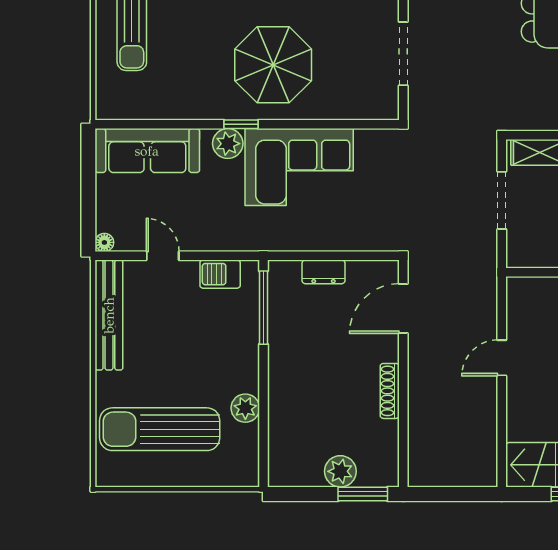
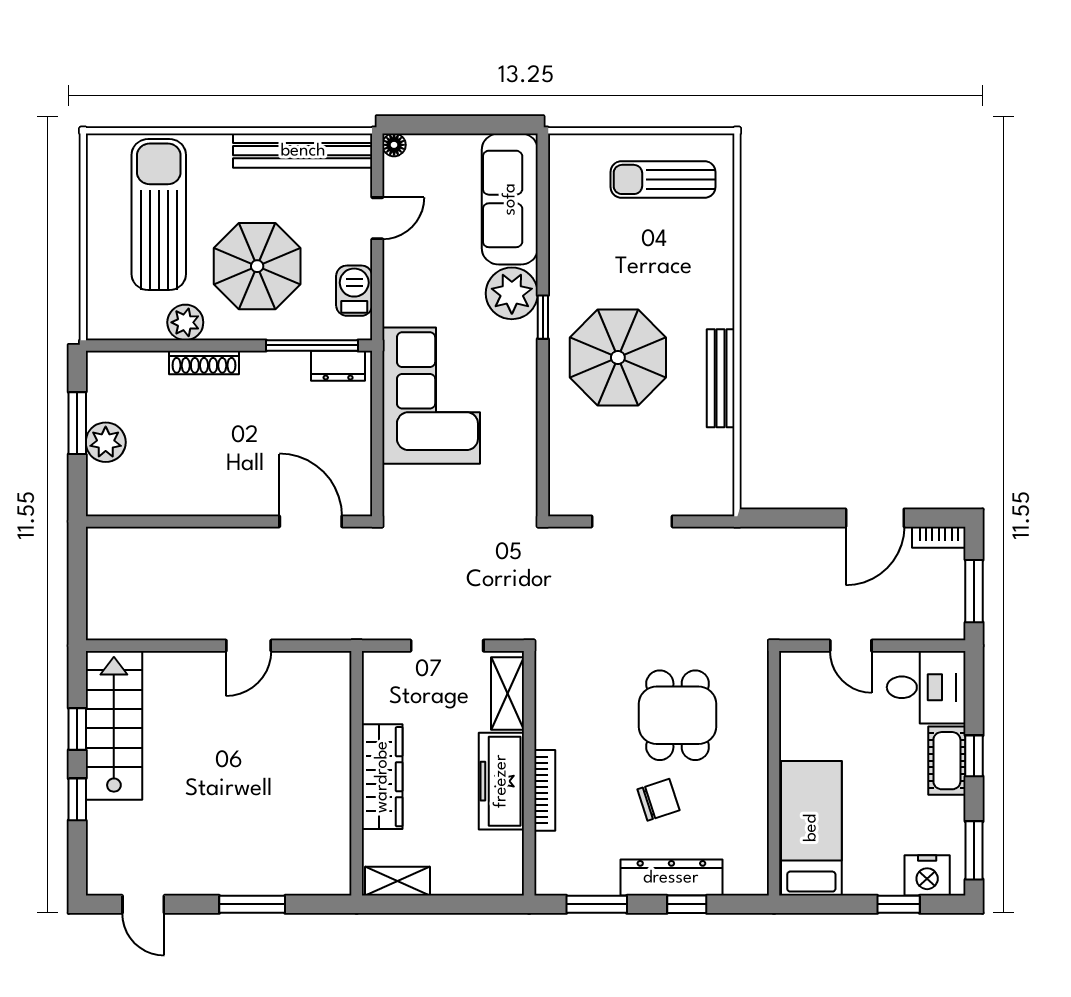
plant: (228, 144) -> (512, 293), width x1.36, depth x1.36
corner sofa: (299, 167) -> (431, 396), moved, turned 180
dresser: (324, 272) -> (338, 366), moved, turned -90
parasol: (201, 351) -> (257, 266), added
door: (502, 358) -> (249, 646), swing flipped
shoe rack: (390, 391) -> (204, 362), moved, turned 180
window: (363, 494) -> (77, 423), moved

